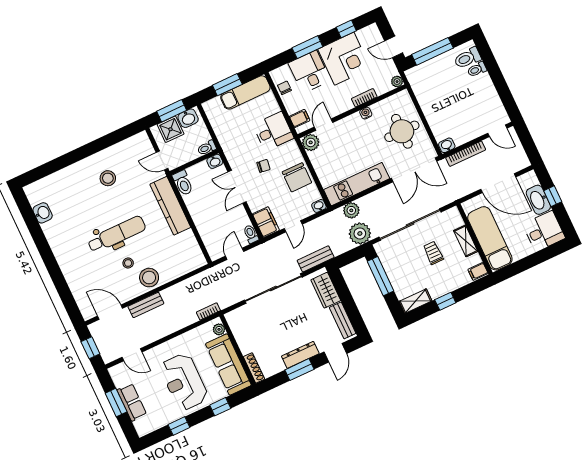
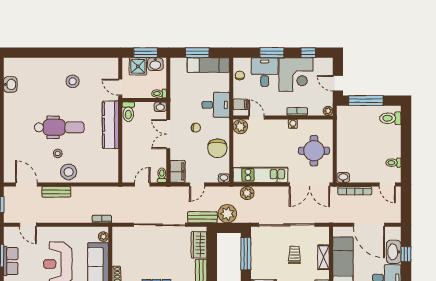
toilet: (477, 69) -> (393, 163), moved
door: (323, 125) -> (256, 118), hinge flipped
plant: (360, 233) -> (227, 214), moved

